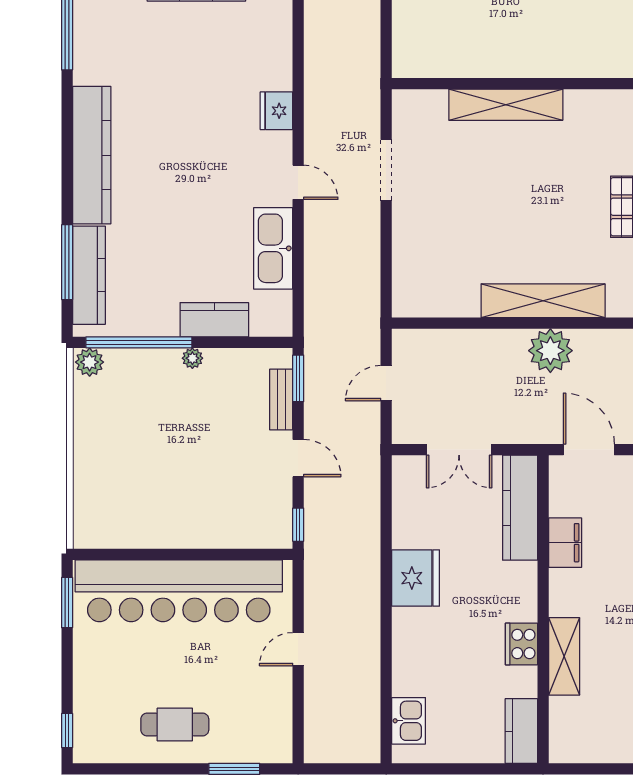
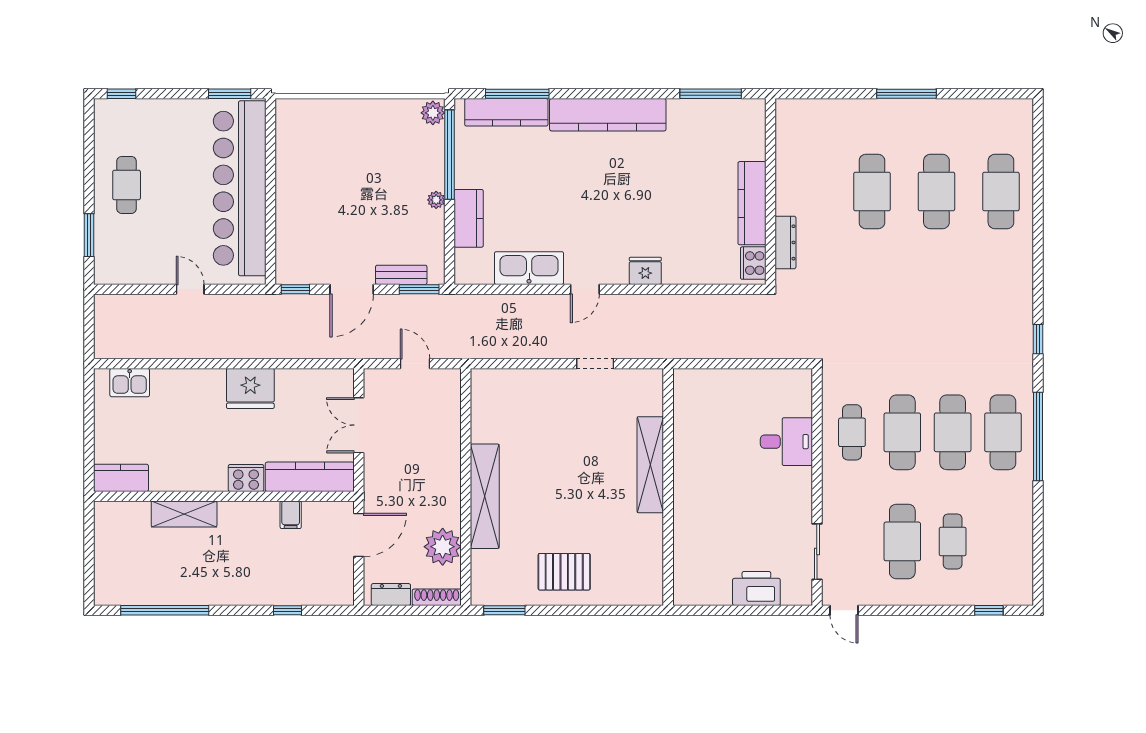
doorway: (386, 170) -> (595, 364), width x0.73
plant: (550, 351) -> (443, 547), moved
door: (298, 458) -> (352, 289), width x1.38
filing cabinet: (565, 543) -> (291, 515), width x0.50
cooker: (521, 644) -> (246, 478), moved

